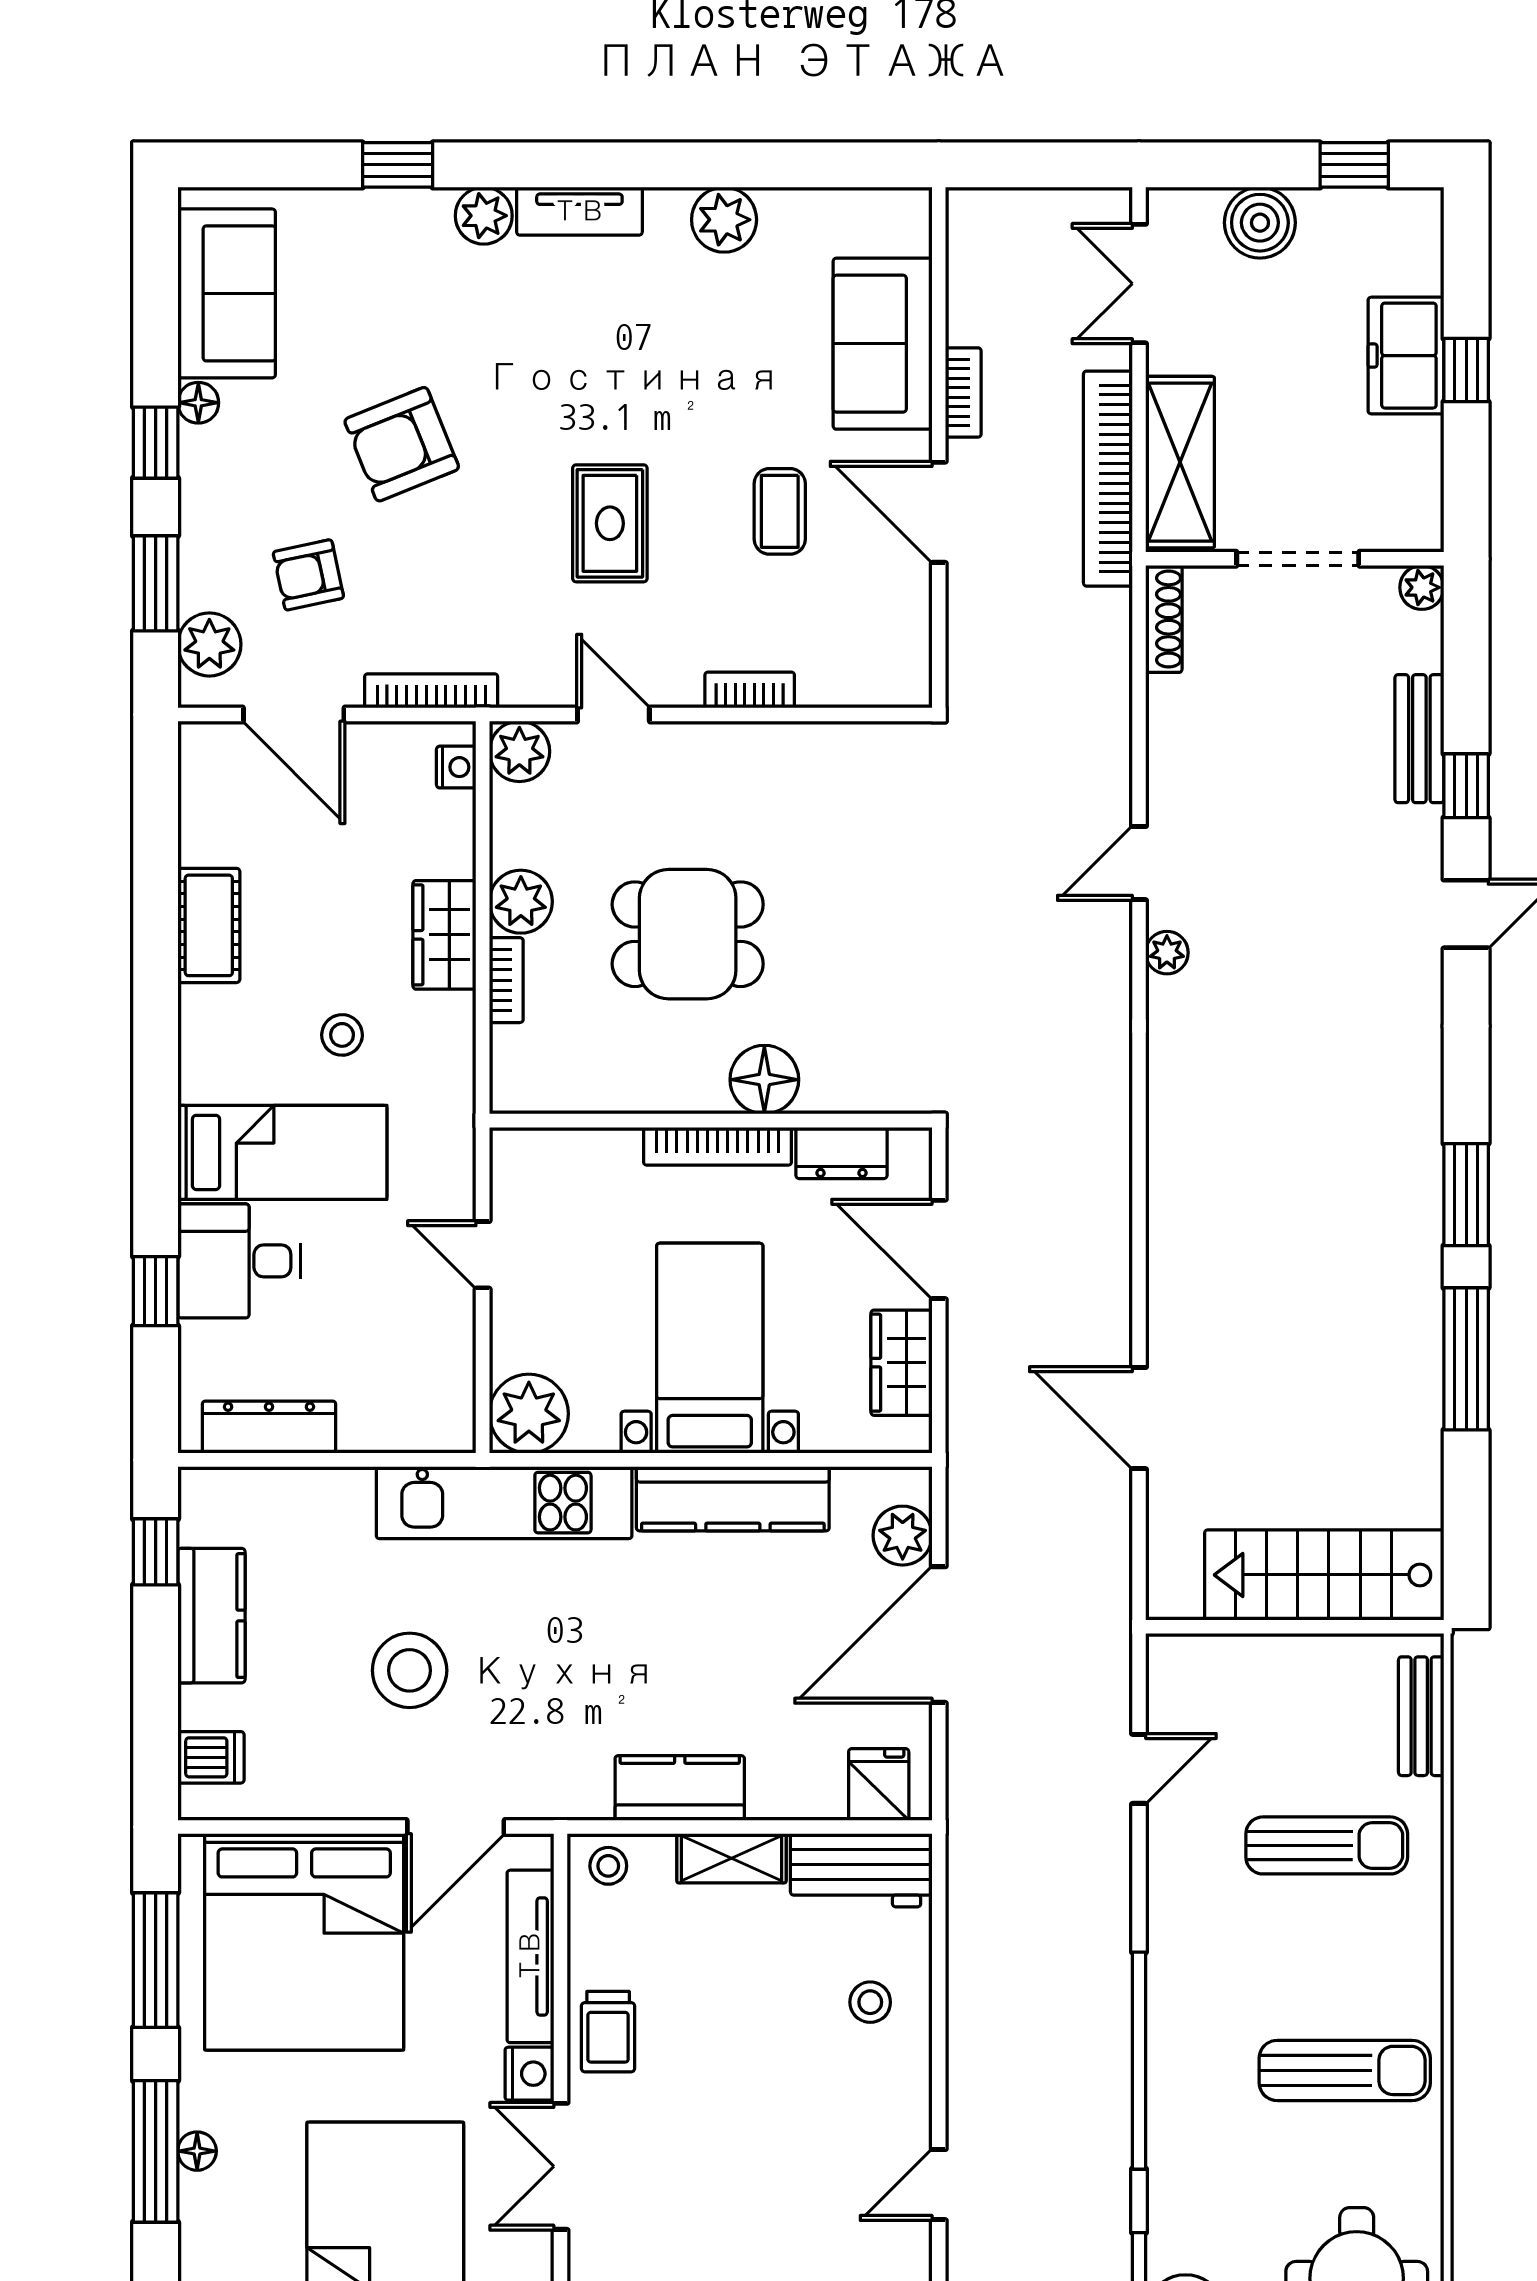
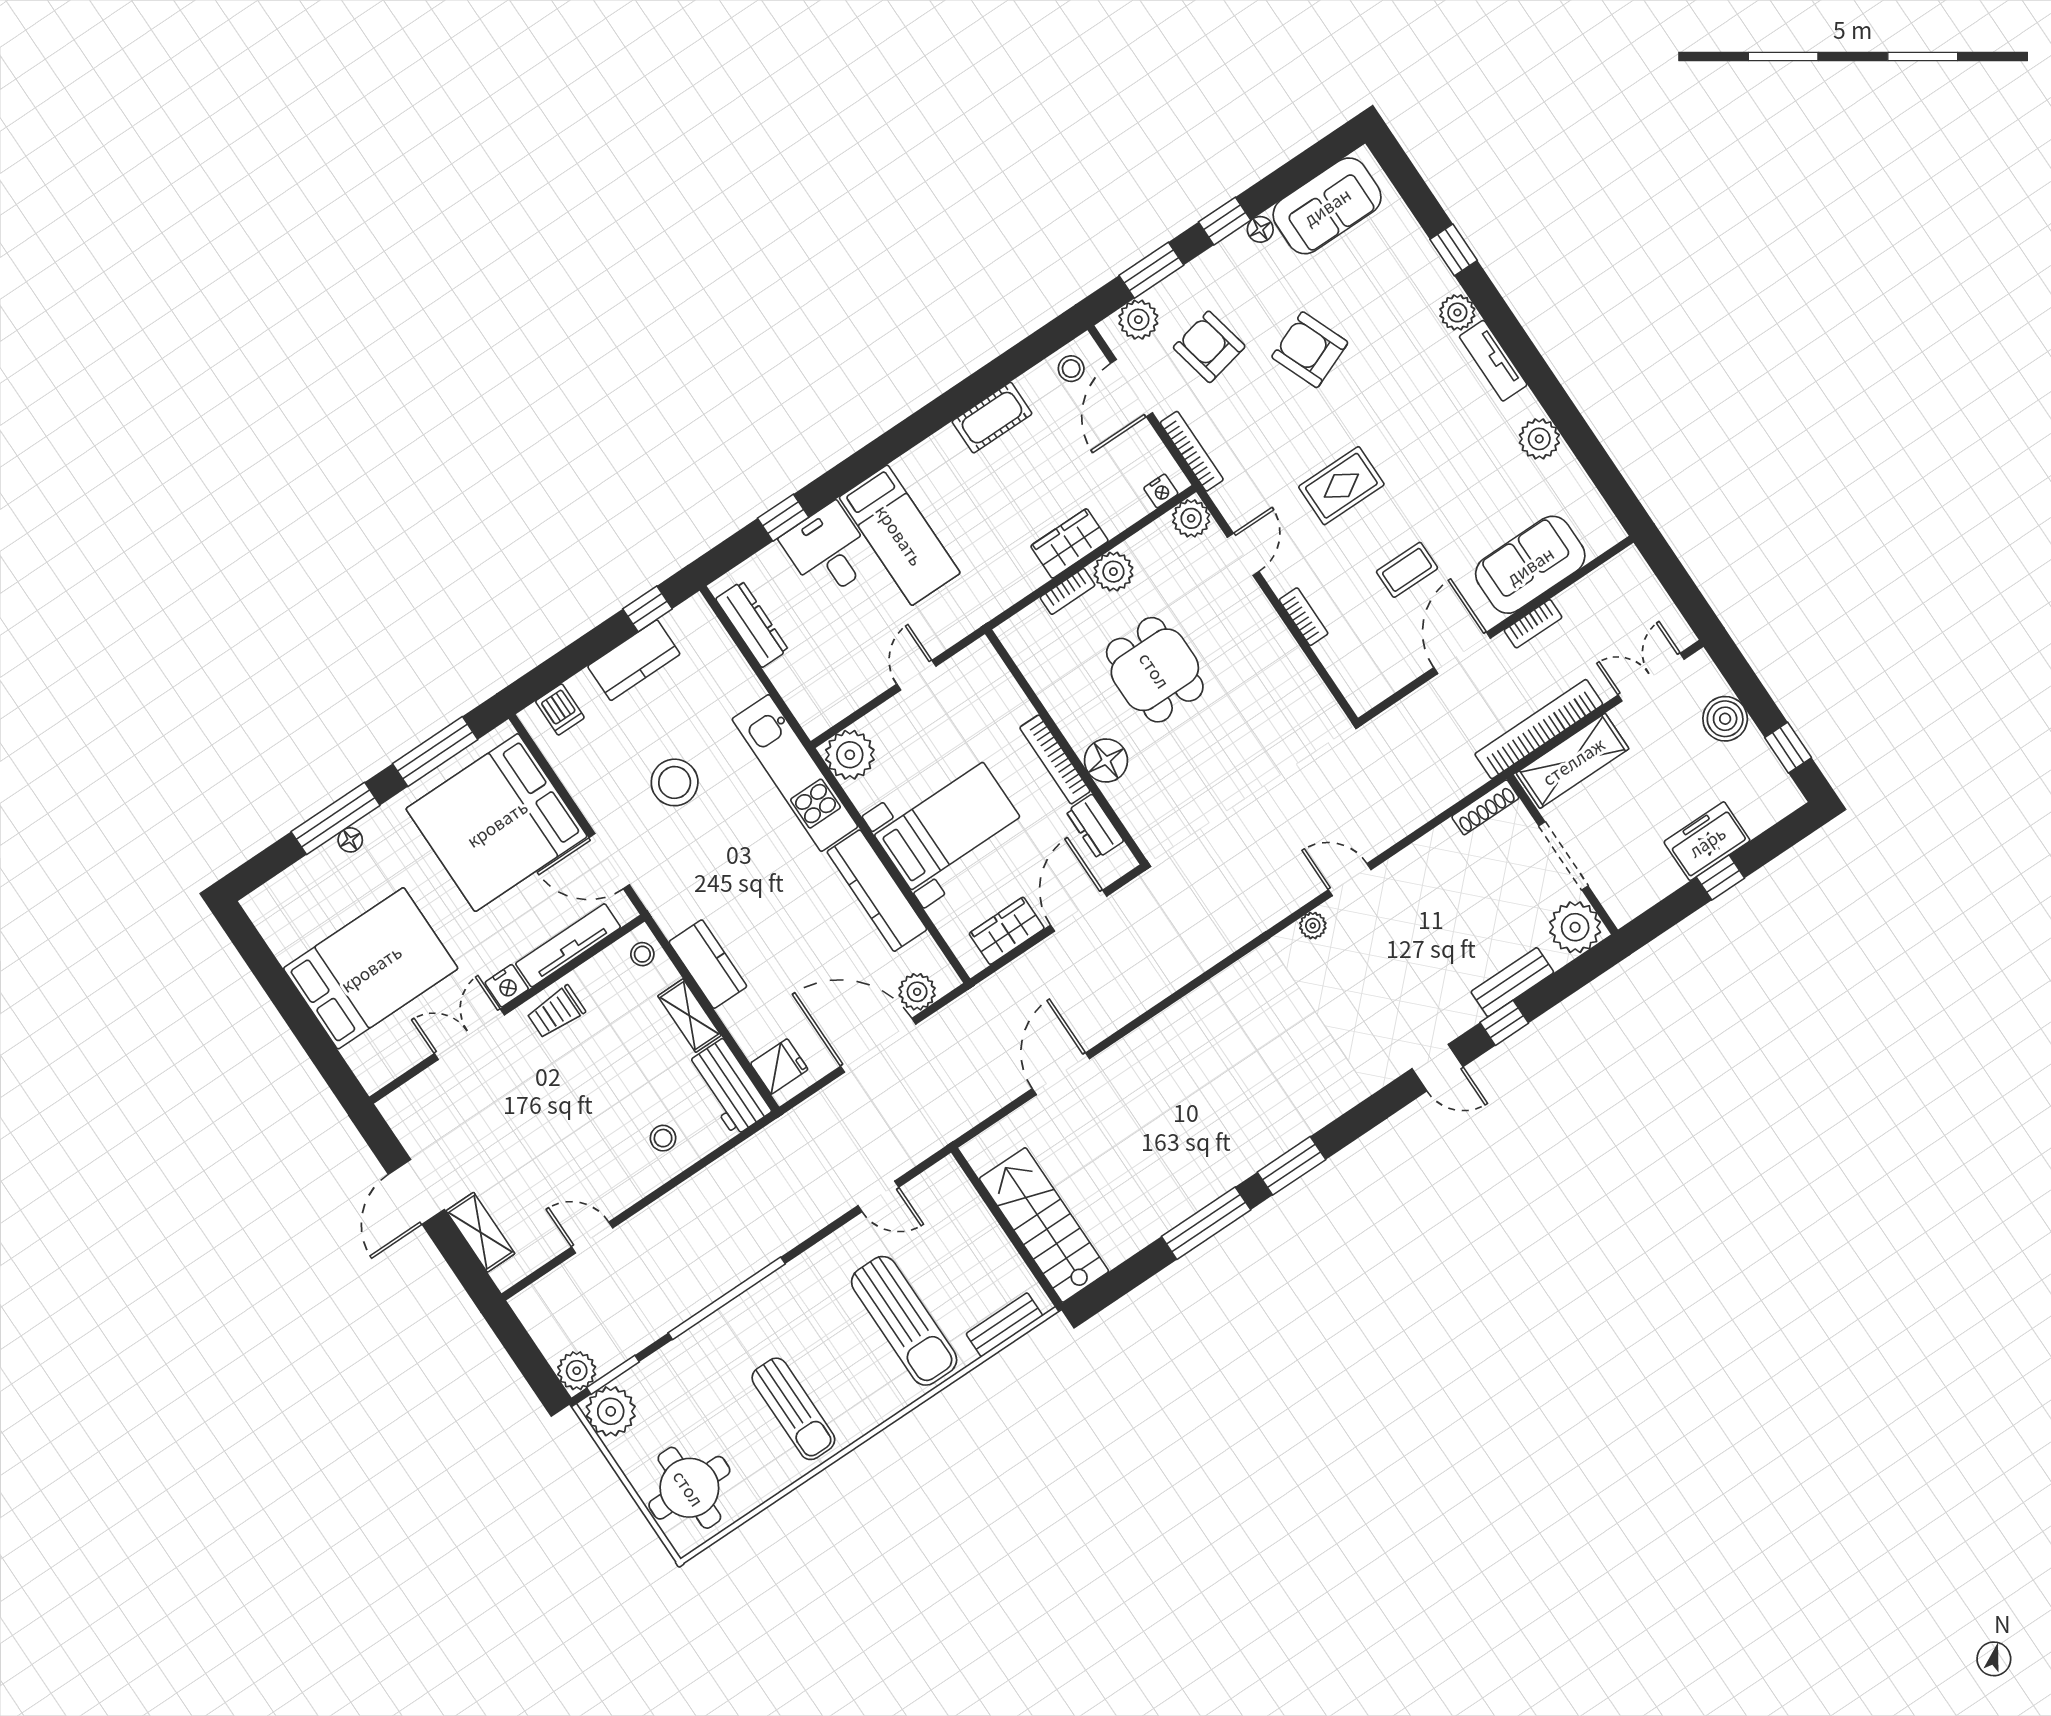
armchair: (308, 575) -> (1209, 347), width x1.38, depth x1.38
plant: (1422, 587) -> (1575, 927), width x1.88, depth x1.88
stool: (342, 1035) -> (1071, 369), moved
sun lounger: (1327, 1845) -> (904, 1321), width x1.36, depth x1.34

